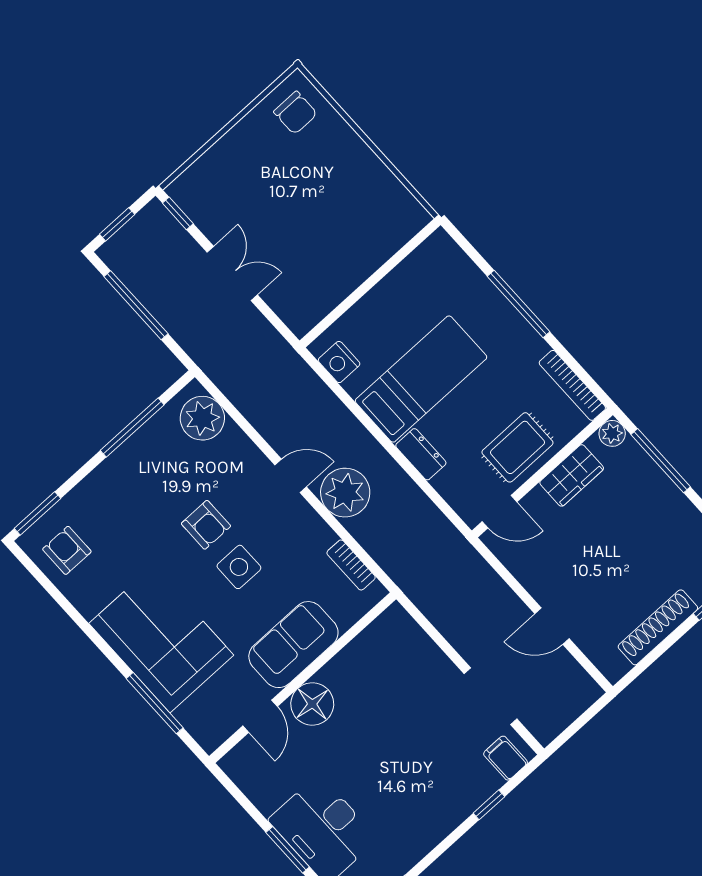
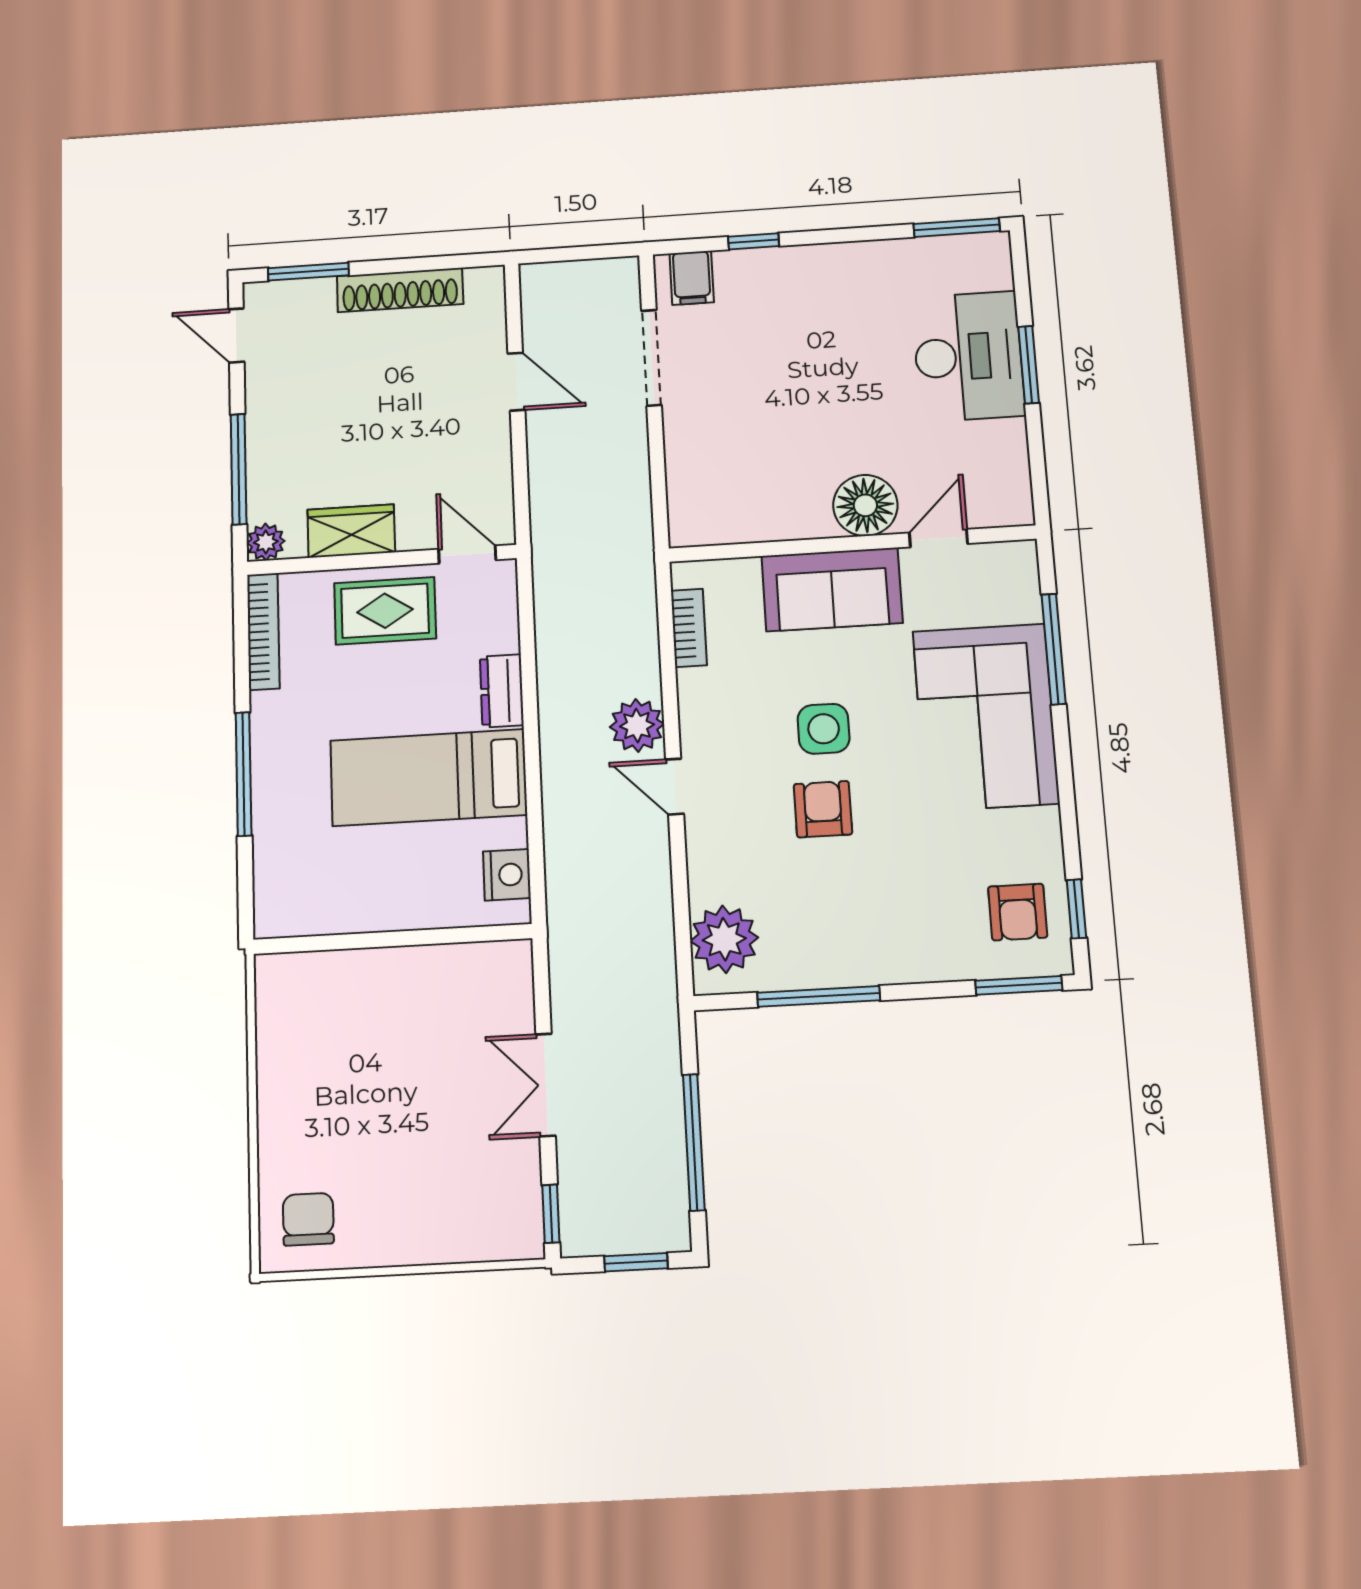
plant: (345, 493) -> (637, 725), width x0.73, depth x0.73
window: (39, 576) -> (1076, 909), added

